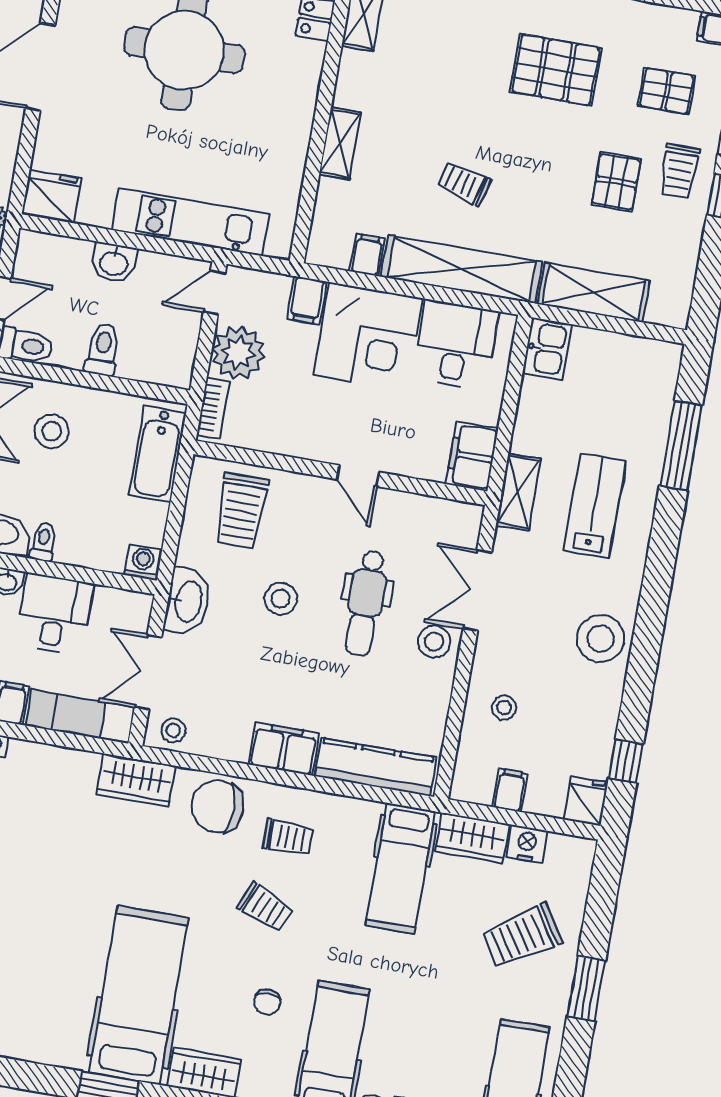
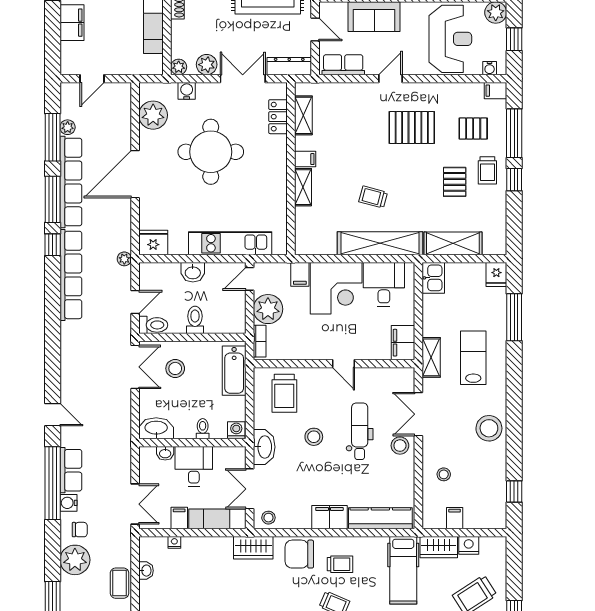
filing cabinet: (367, 255) -> (305, 159), moved, turned 90
toilet: (43, 542) -> (203, 429), moved
dental chair: (366, 603) -> (360, 431), turned 180
fridge: (586, 801) -> (496, 275), moved, turned 180

